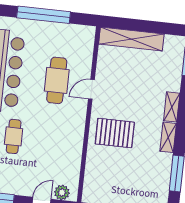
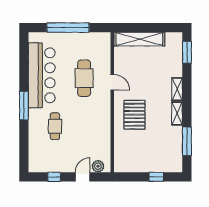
door: (91, 89) -> (112, 82), swing flipped
pallet: (115, 133) -> (134, 115), turned 90

